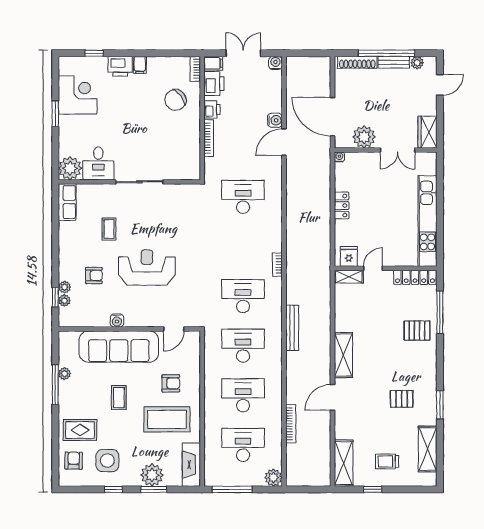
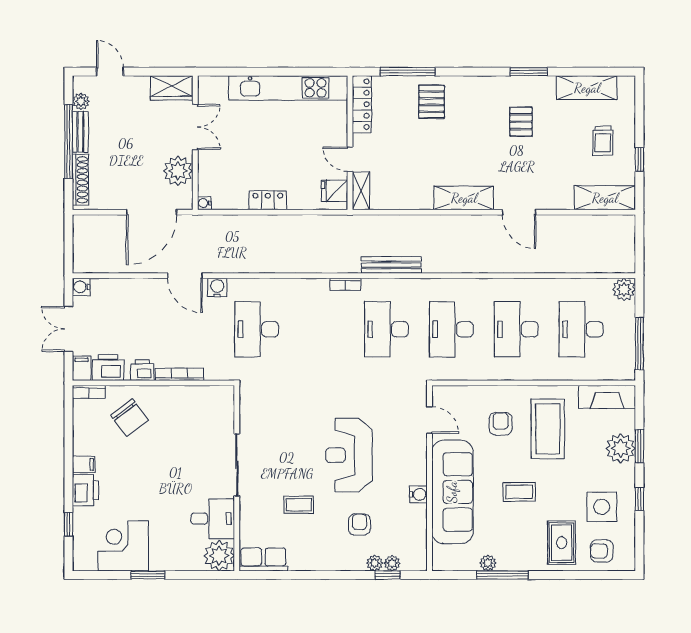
water cooler: (275, 120) -> (217, 288), moved
bench: (292, 328) -> (391, 265), moved
bookcase: (291, 424) -> (553, 267), removed

